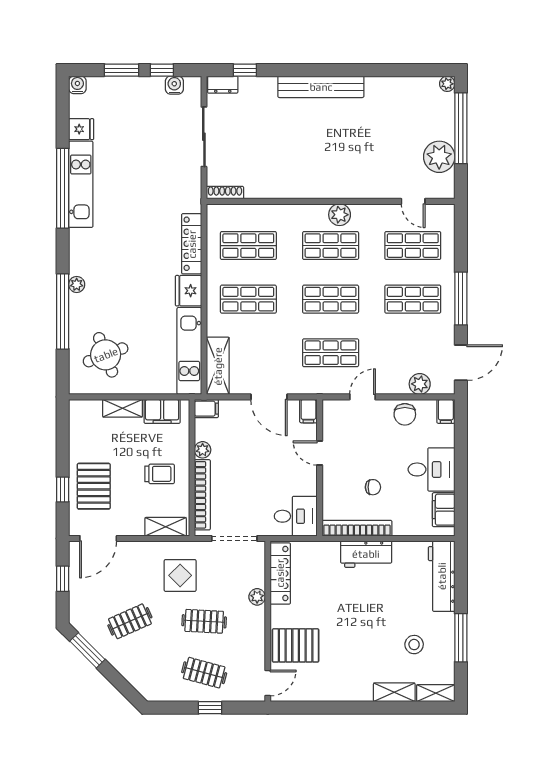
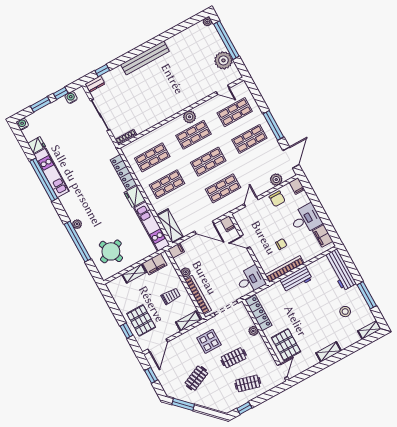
pallet: (296, 645) -> (286, 345), turned 90
shelving: (394, 692) -> (329, 352), moved
window: (210, 708) -> (244, 408), moved

